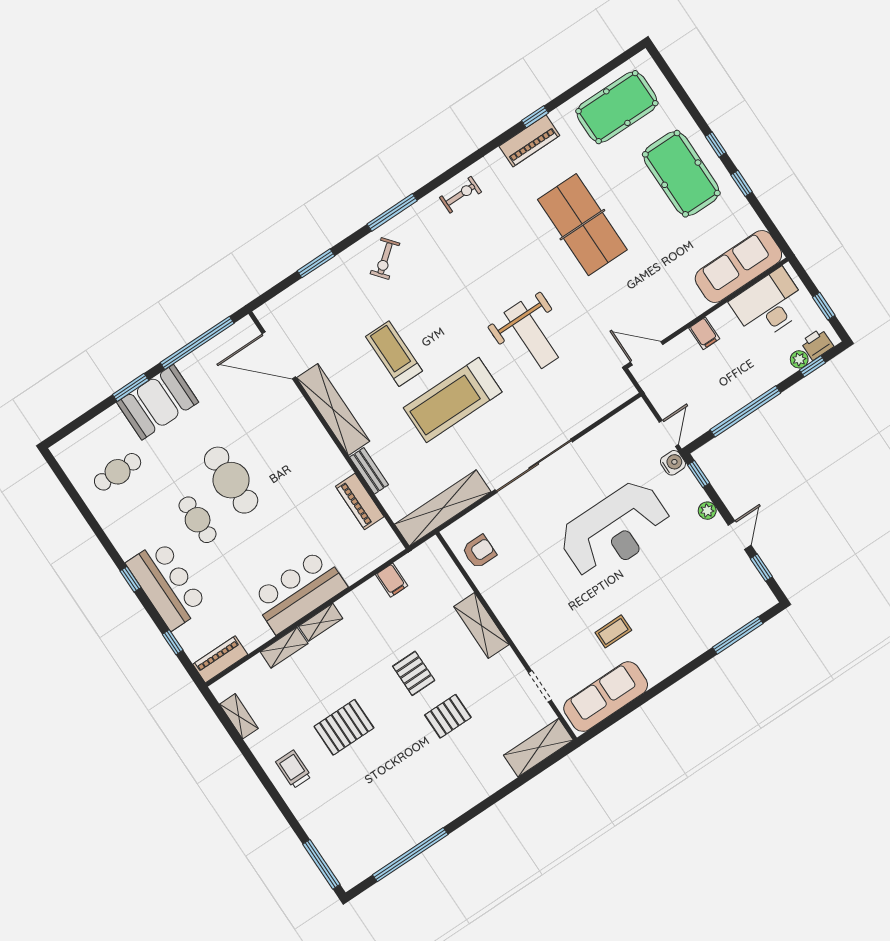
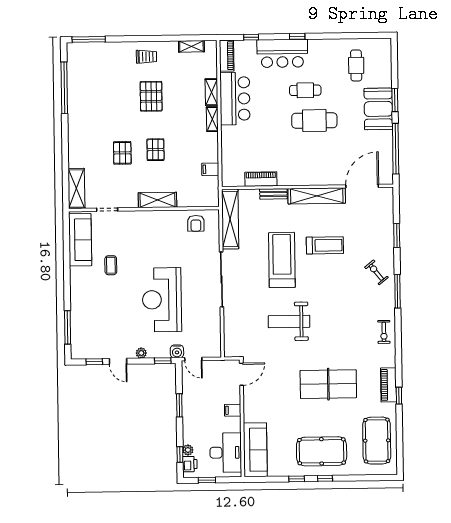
window: (745, 411) -> (179, 405), width x0.47
bar counter: (299, 591) -> (235, 99), moved
pallet: (414, 673) -> (156, 150), turned 90

